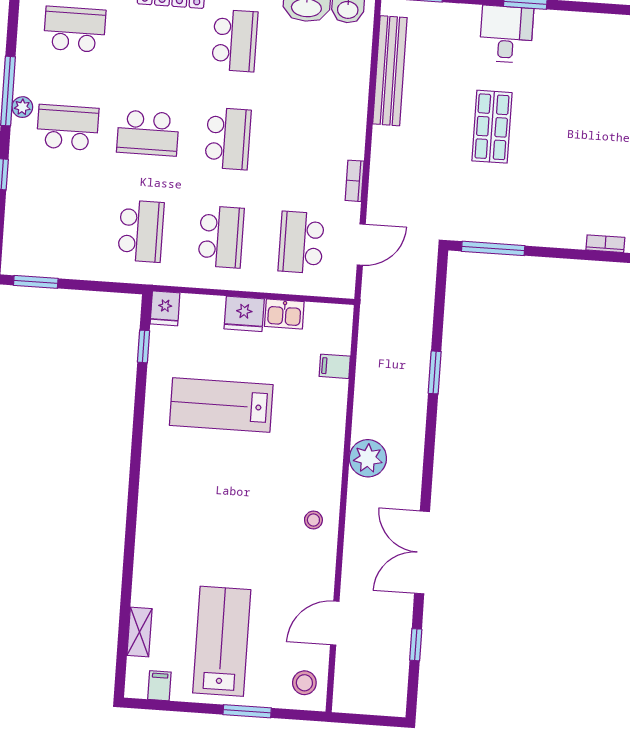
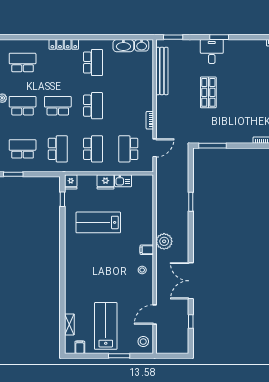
school desk: (148, 133) -> (58, 106), turned 180
school desk: (61, 226) -> (23, 149), added
filing cabinet: (335, 366) -> (147, 250), moved

